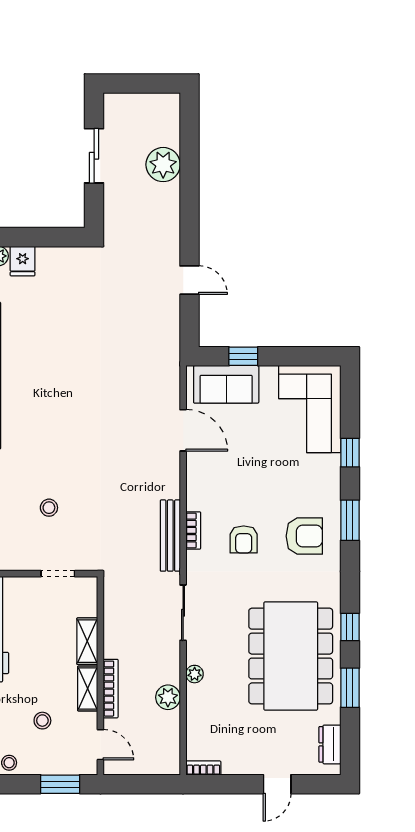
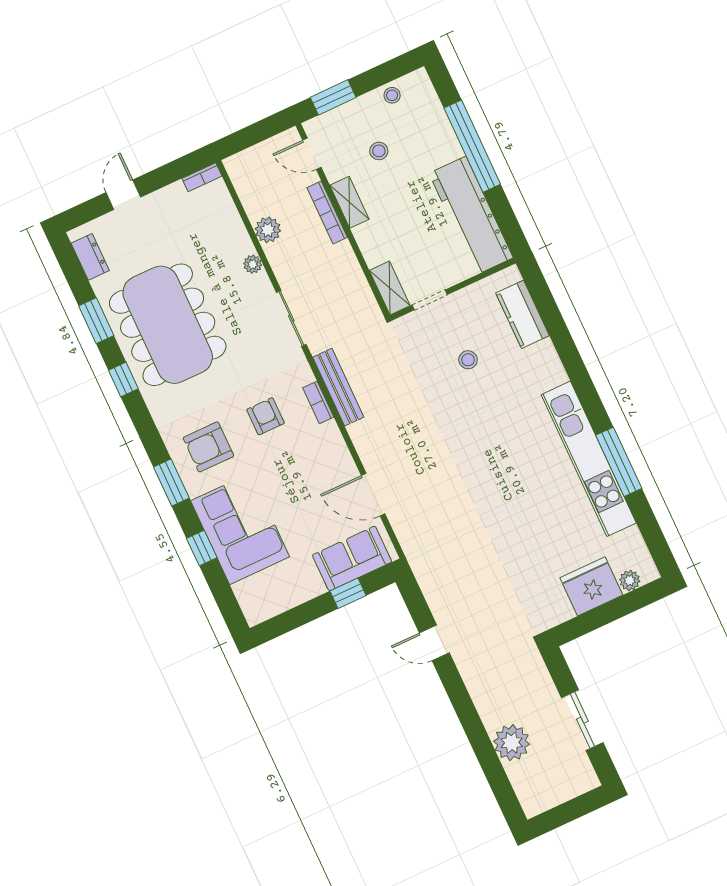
fridge: (23, 261) -> (591, 586), width x1.88, depth x1.34
corner sofa: (310, 409) -> (240, 529), moved
shelving: (87, 641) -> (390, 288), moved

